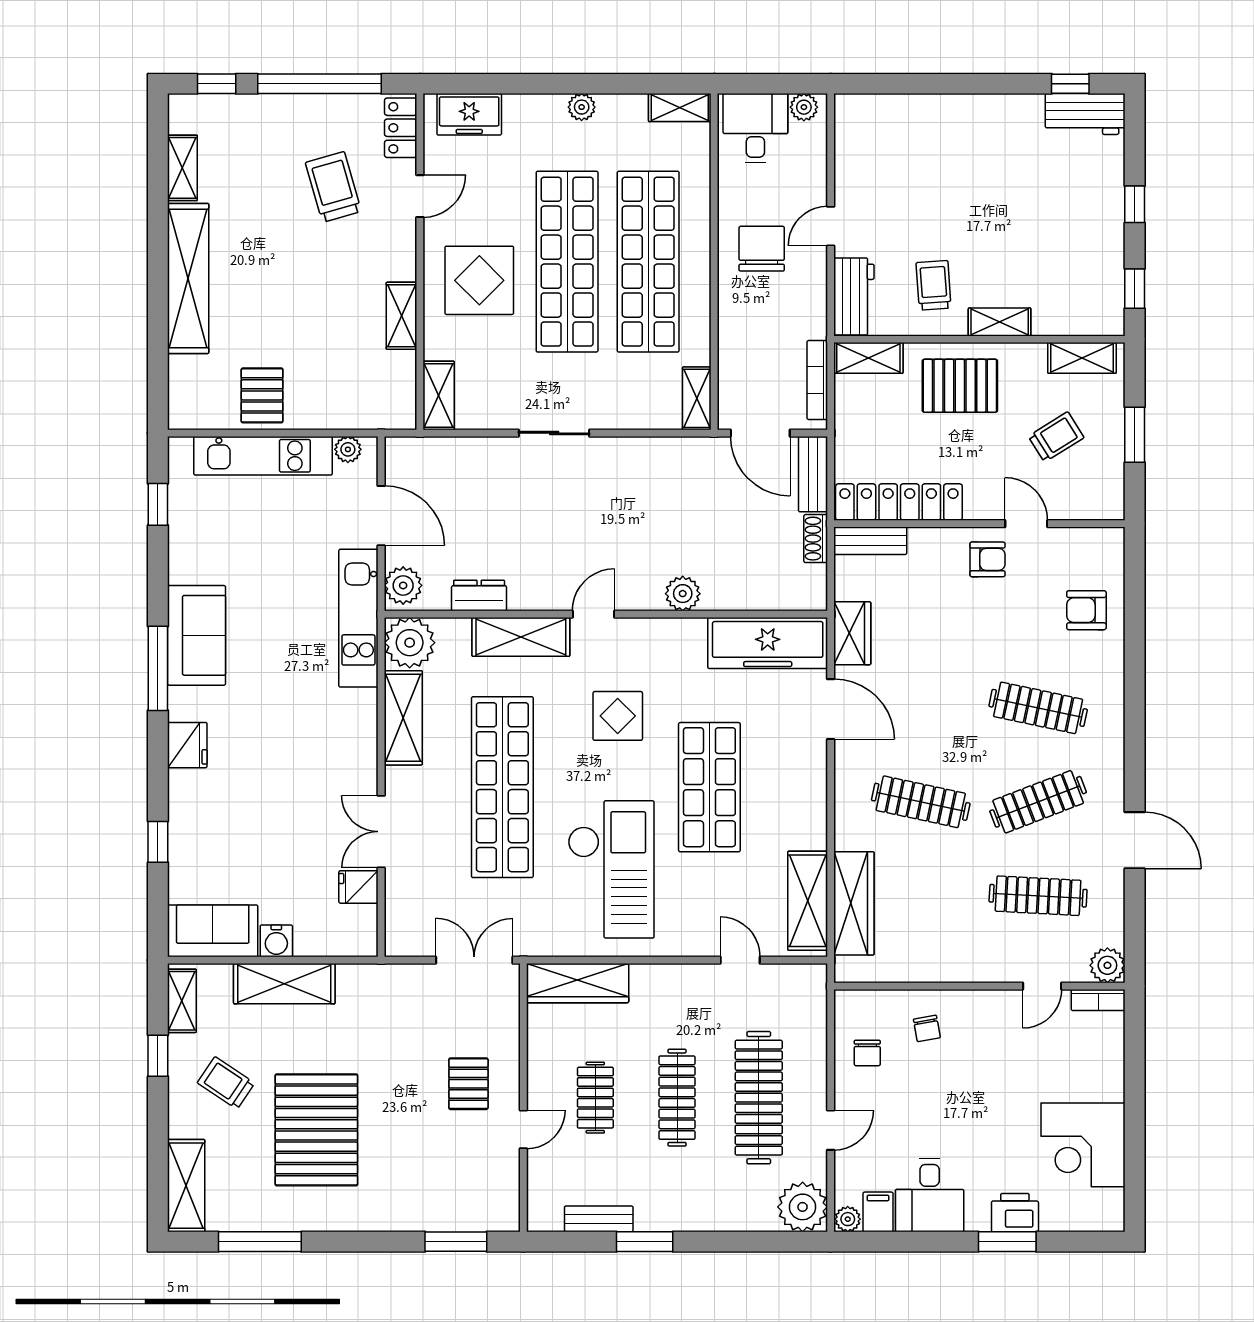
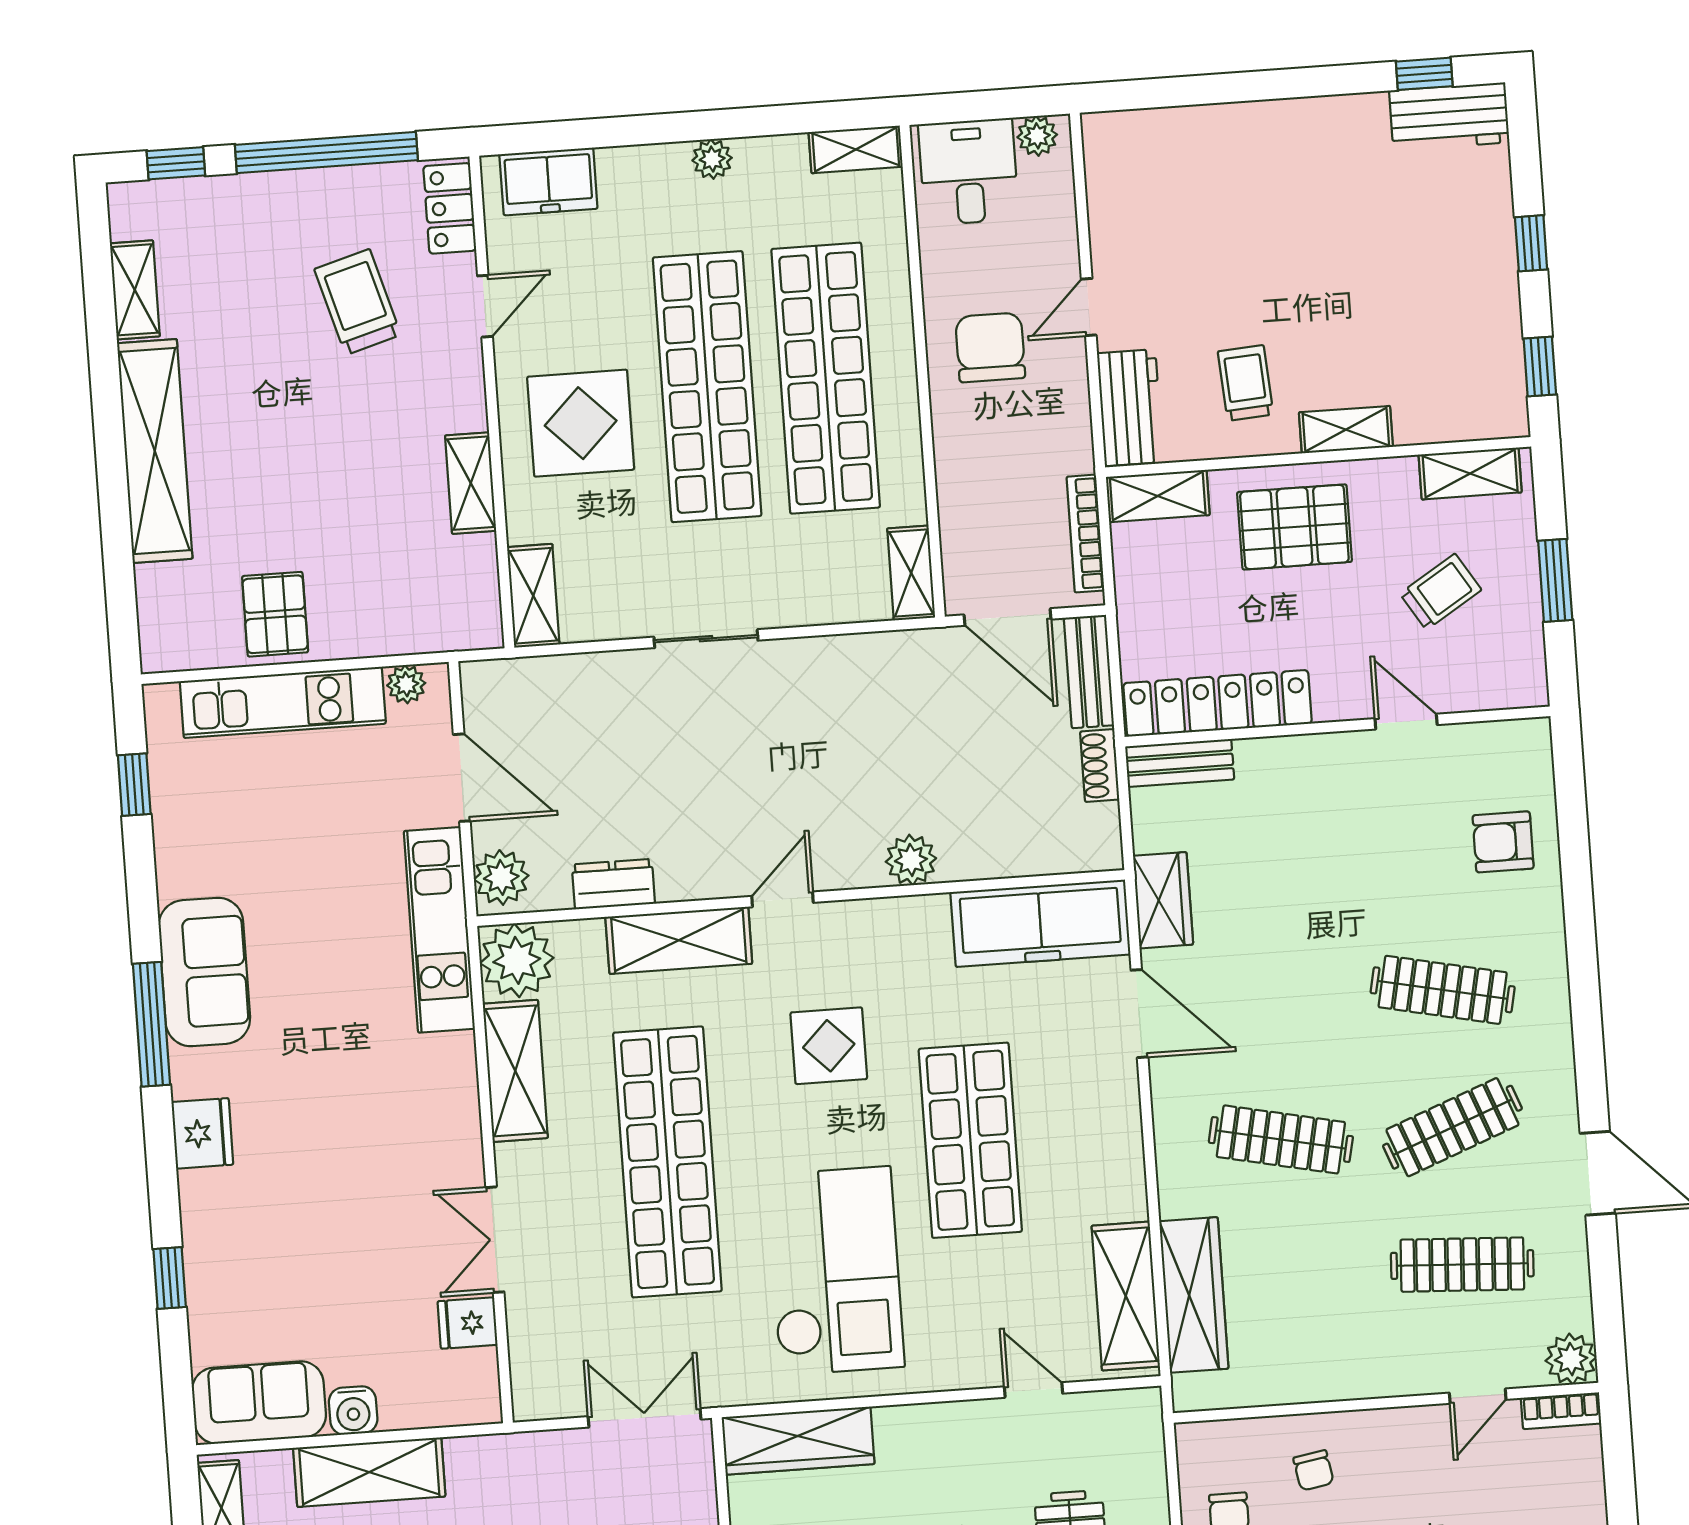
armchair: (987, 559) -> (1353, 778), removed

